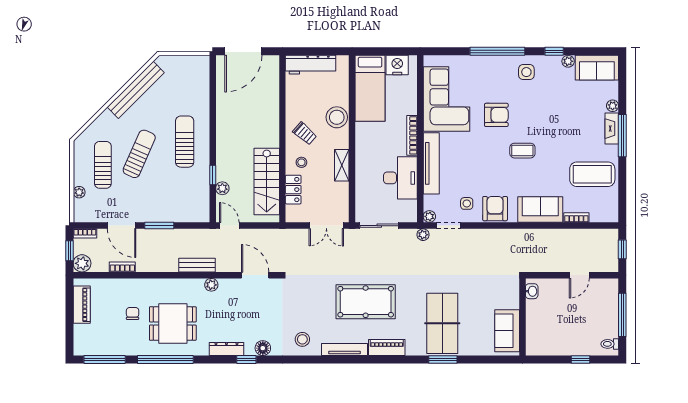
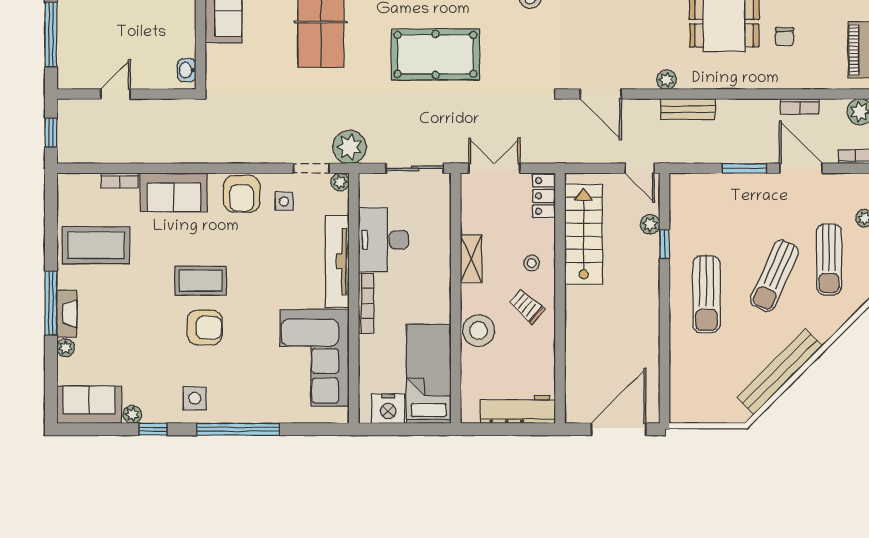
armchair: (496, 115) -> (205, 328), moved, turned 180
coffee table: (522, 151) -> (201, 281), width x1.36, depth x1.30
locker: (293, 190) -> (544, 196), moved
plant: (423, 235) -> (349, 147), width x1.87, depth x1.87

